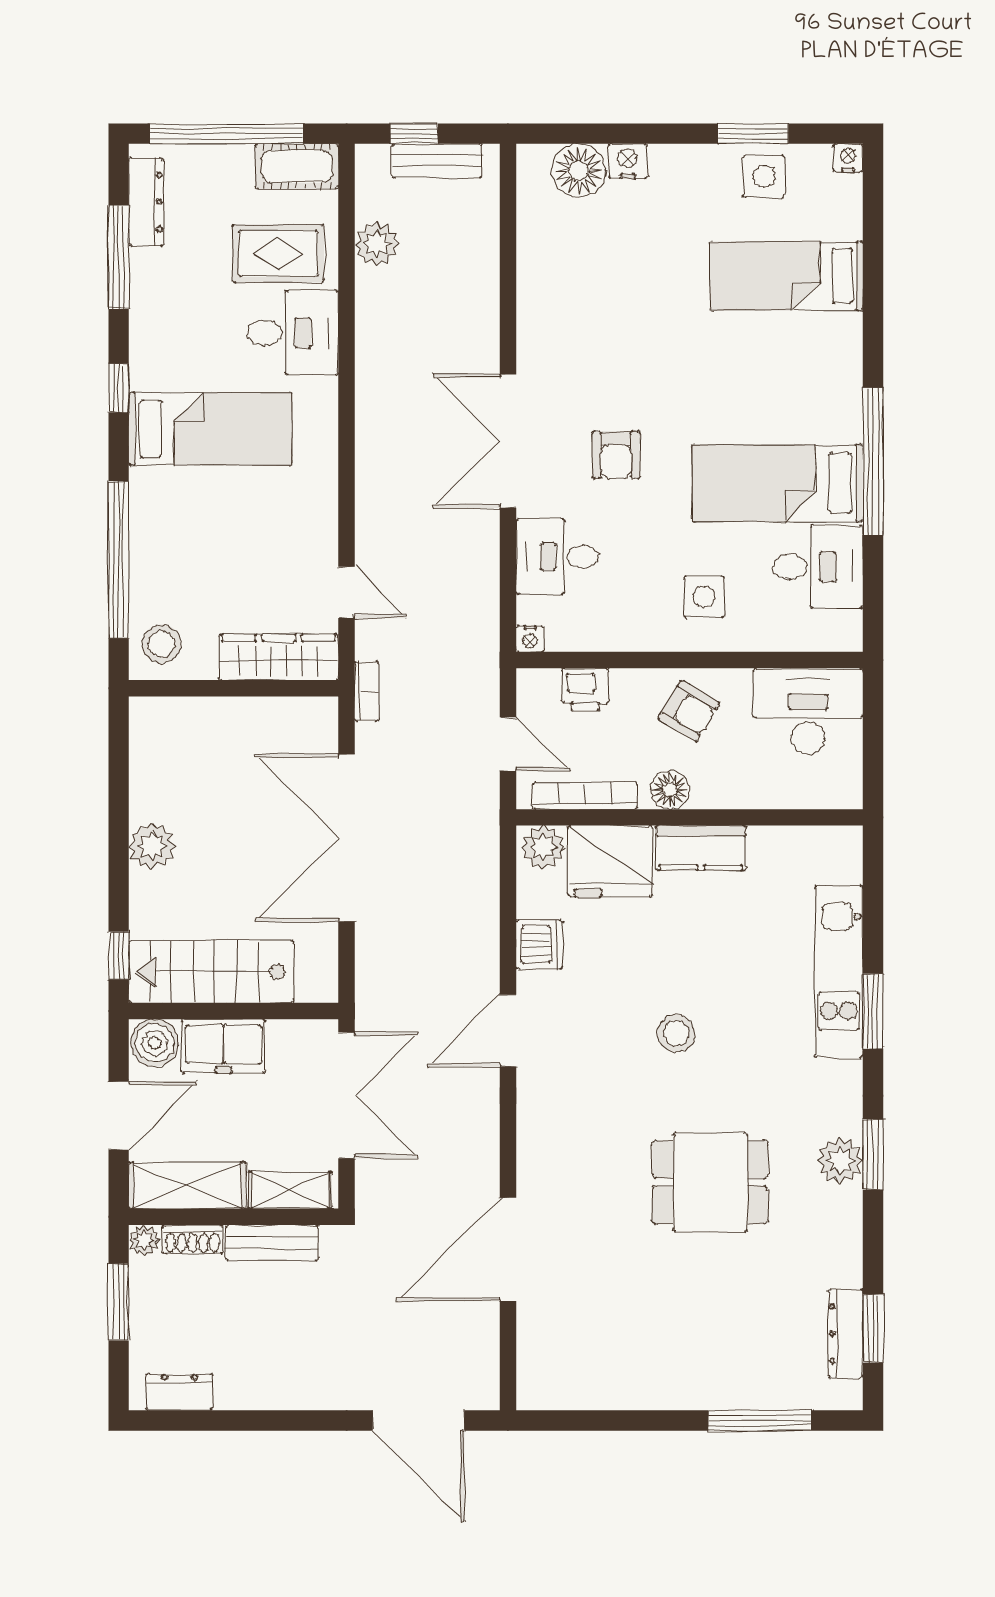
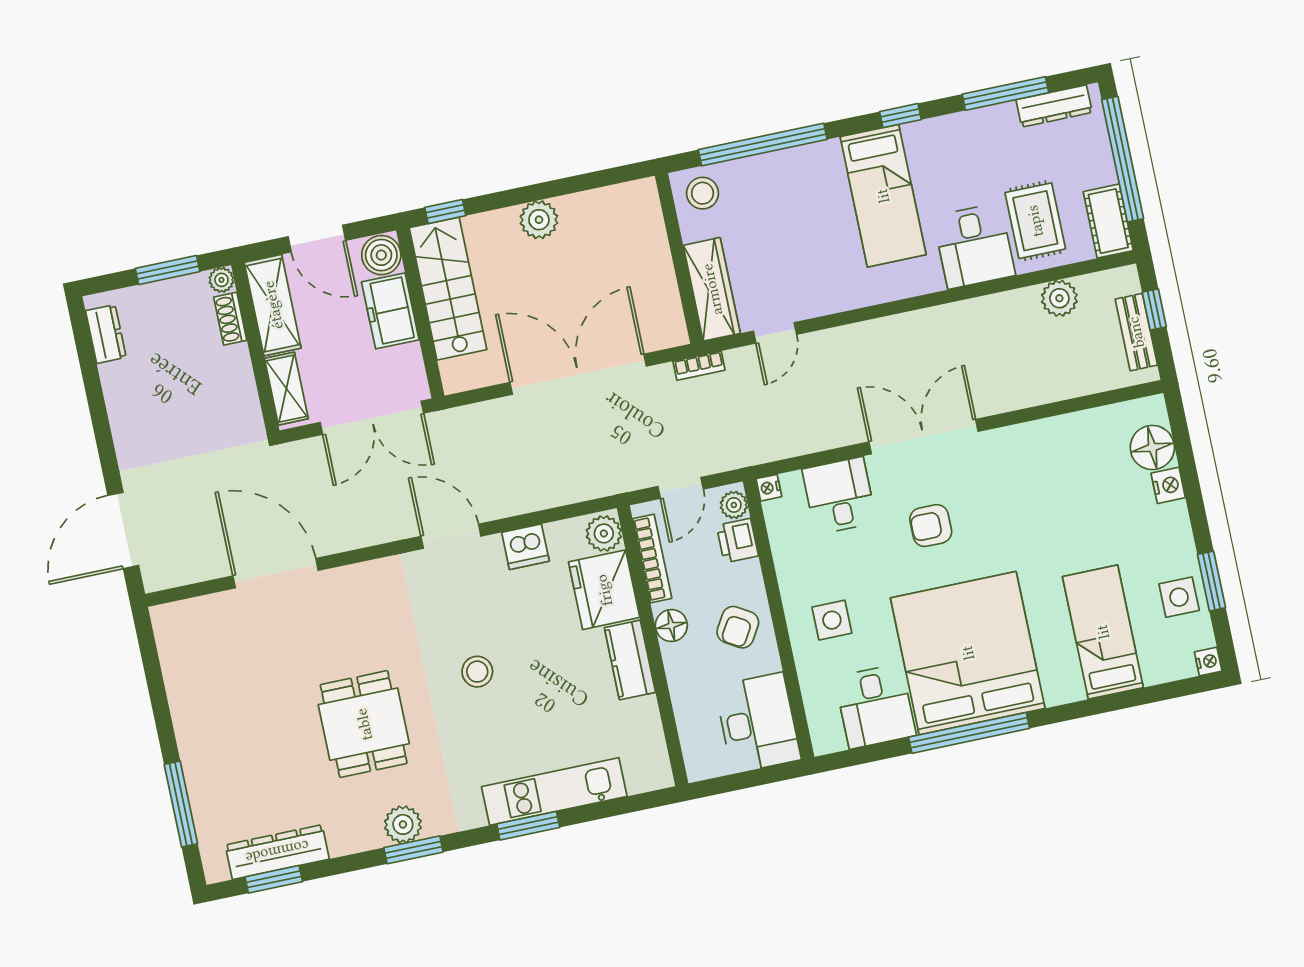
bed: (778, 483) -> (968, 653), width x2.04
plant: (542, 685) -> (734, 505), added
bench: (272, 1243) -> (241, 383), removed
dresser: (846, 1334) -> (277, 852), width x1.37, depth x1.24

